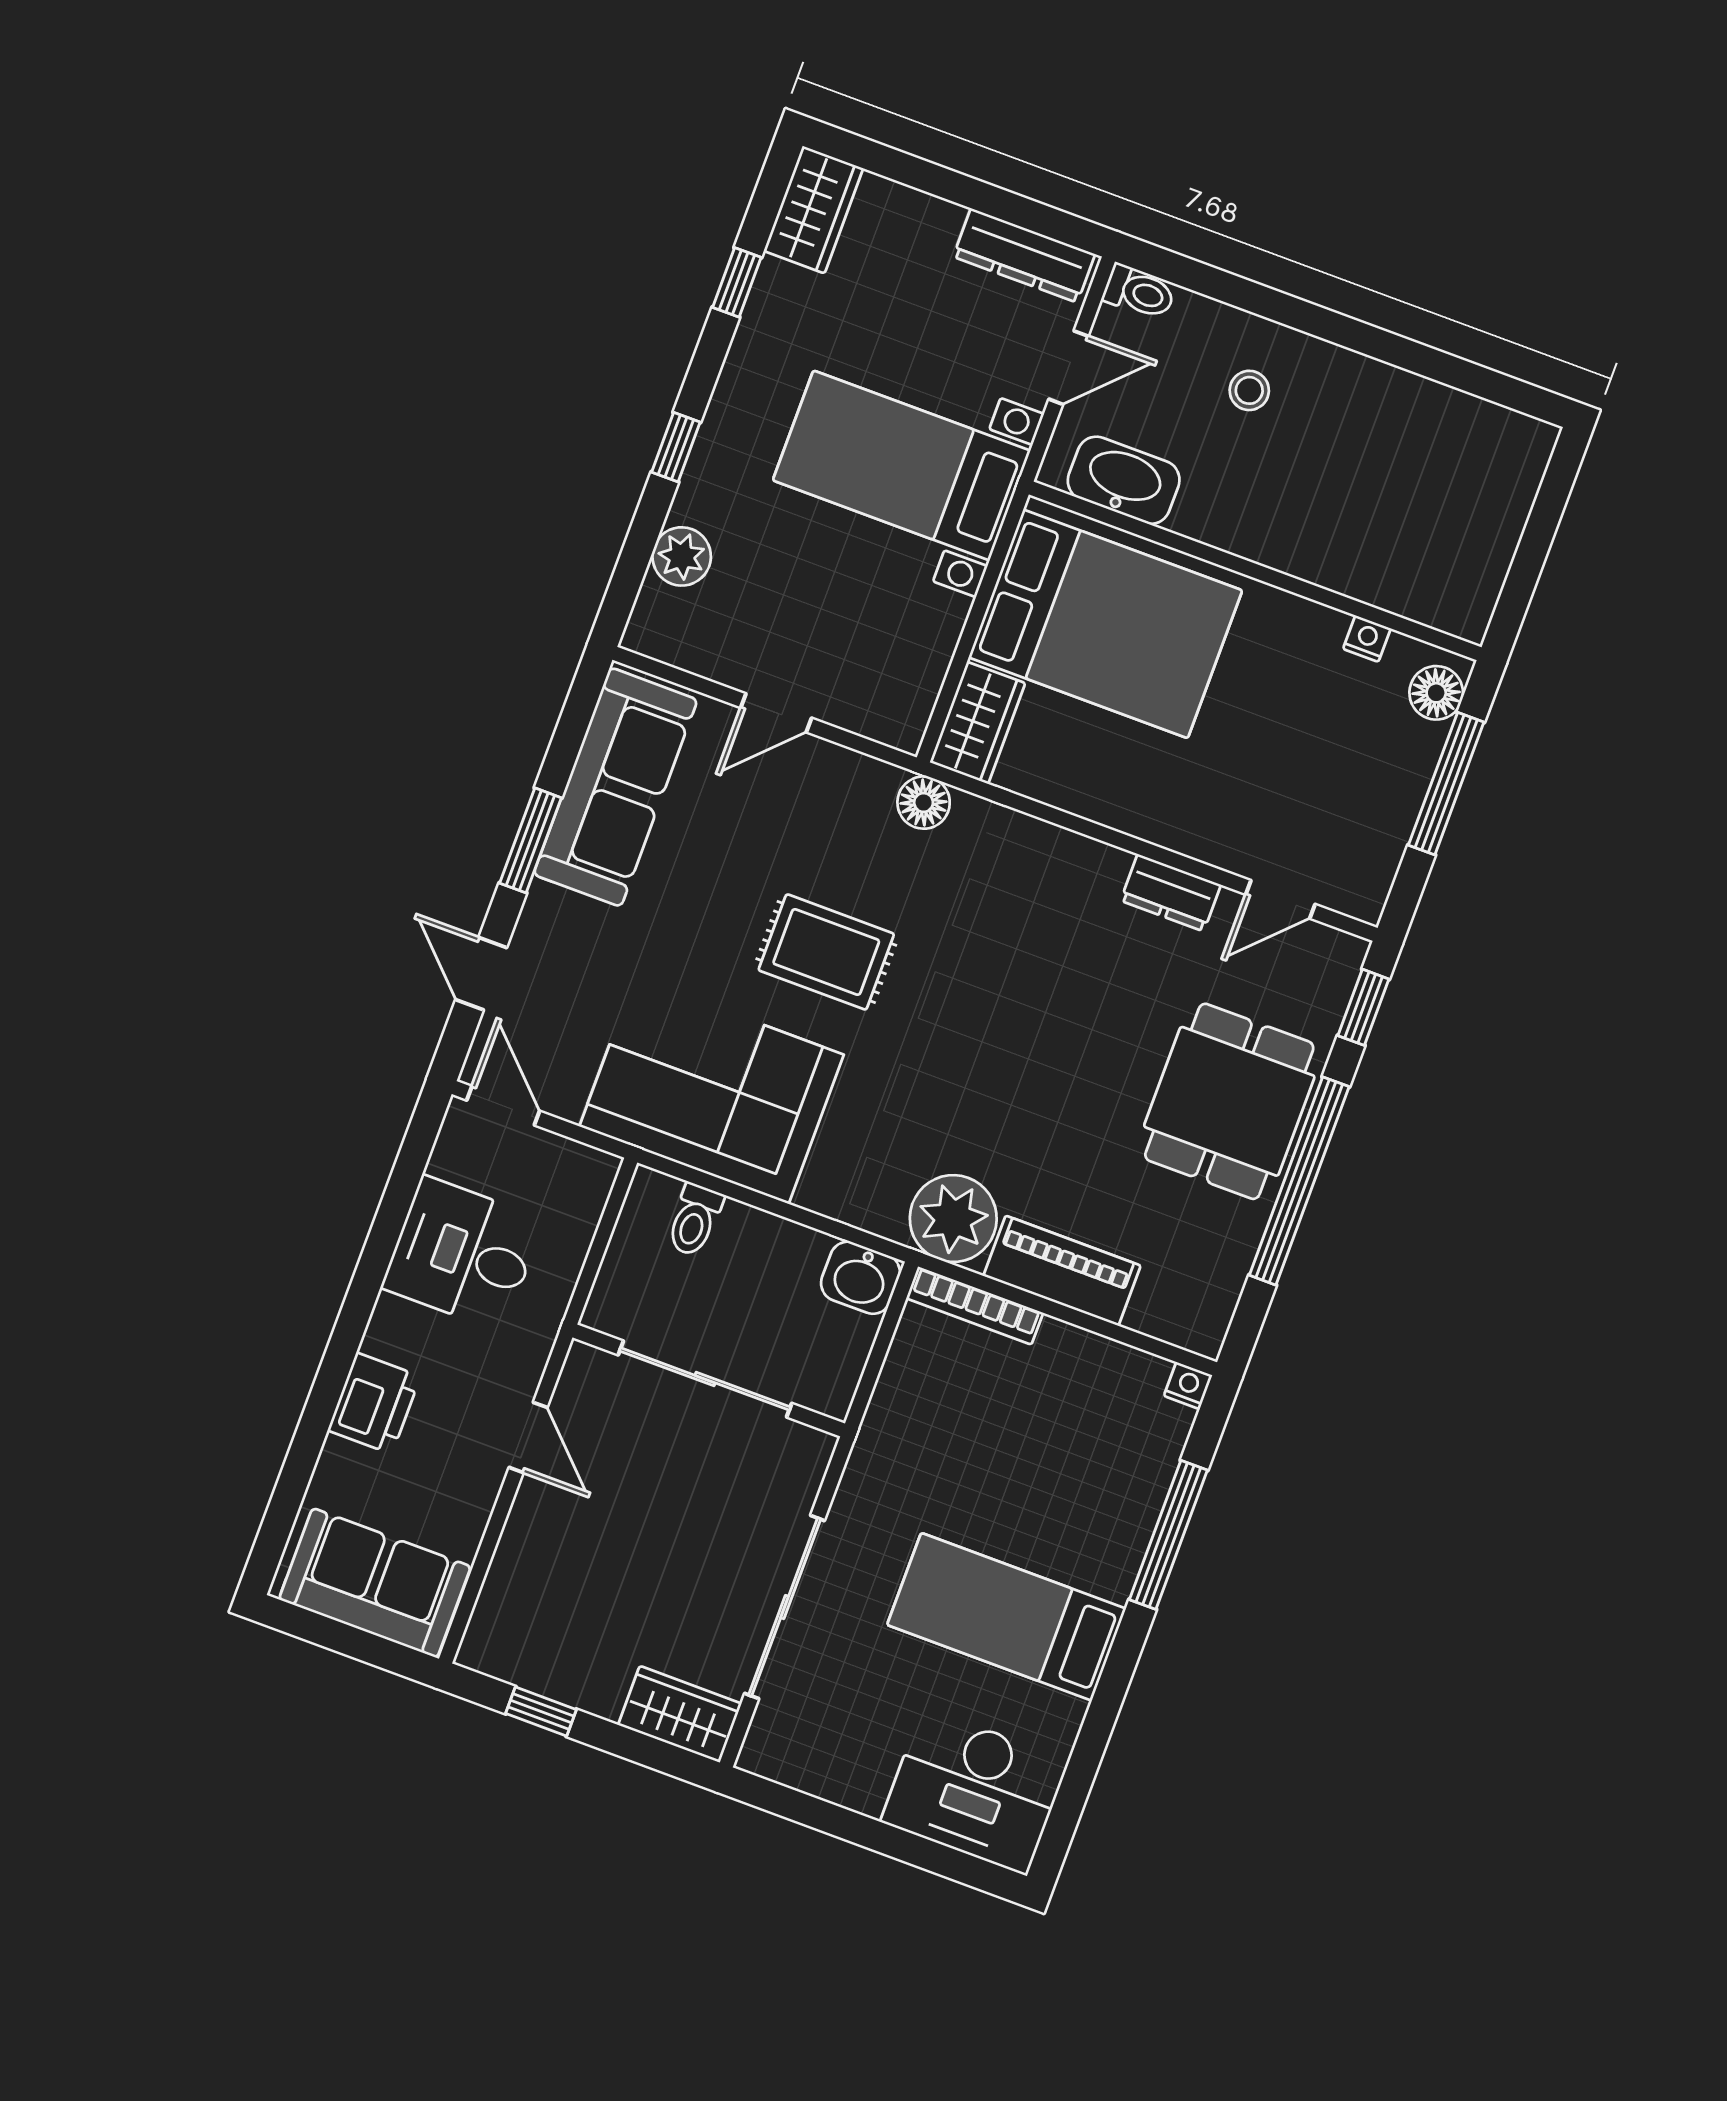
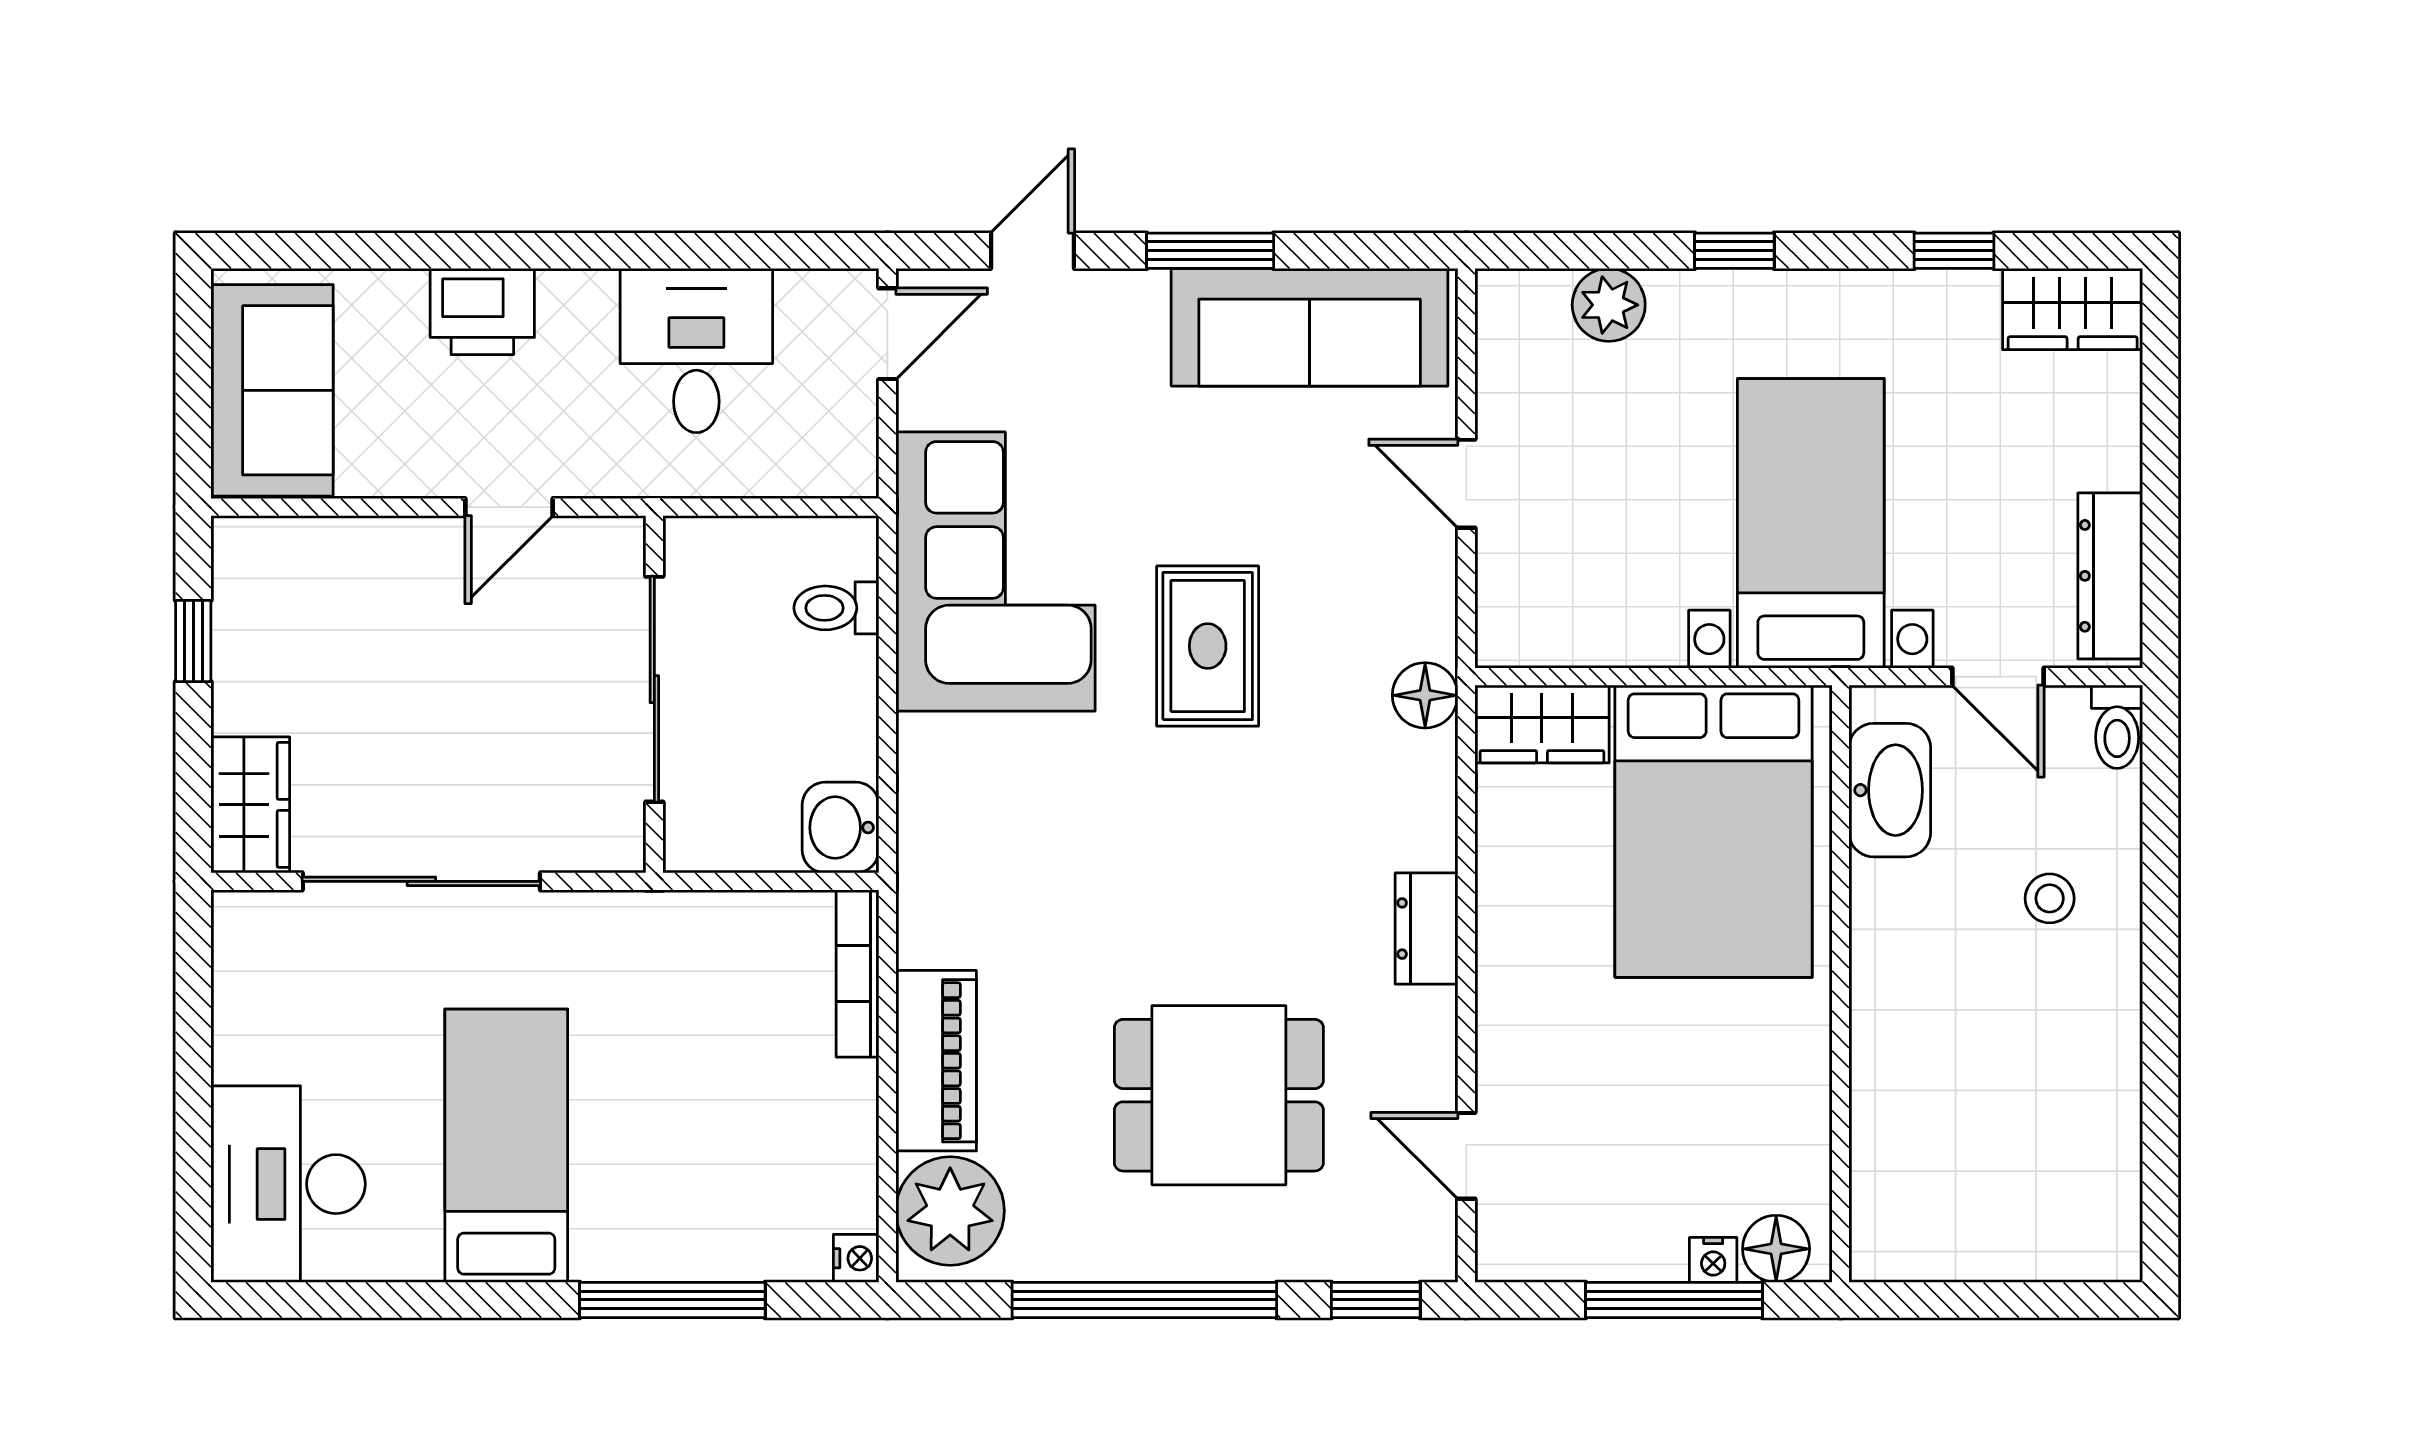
nightstand: (1367, 639) -> (1713, 1260), moved, turned 90
dresser: (1171, 893) -> (1427, 929), moved
dining table: (1229, 1101) -> (1219, 1095), moved
plant: (953, 1219) -> (950, 1211), moved

